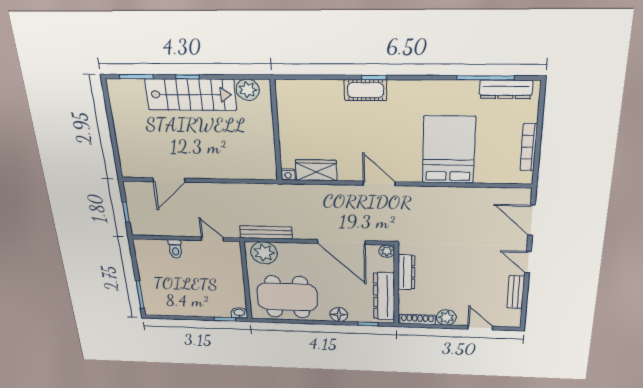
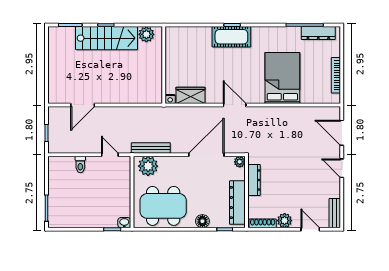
cot: (365, 90) -> (231, 37), width x1.37, depth x1.34
door: (341, 242) -> (206, 155), swing flipped
bench: (516, 292) -> (335, 213), moved

